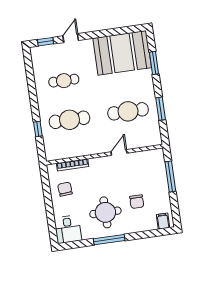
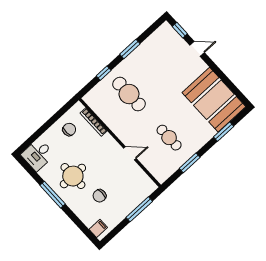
cafe table: (64, 81) -> (158, 67), removed
window: (33, 94) -> (130, 49), added
cafe table: (128, 111) -> (169, 138), width x0.73, depth x0.74

